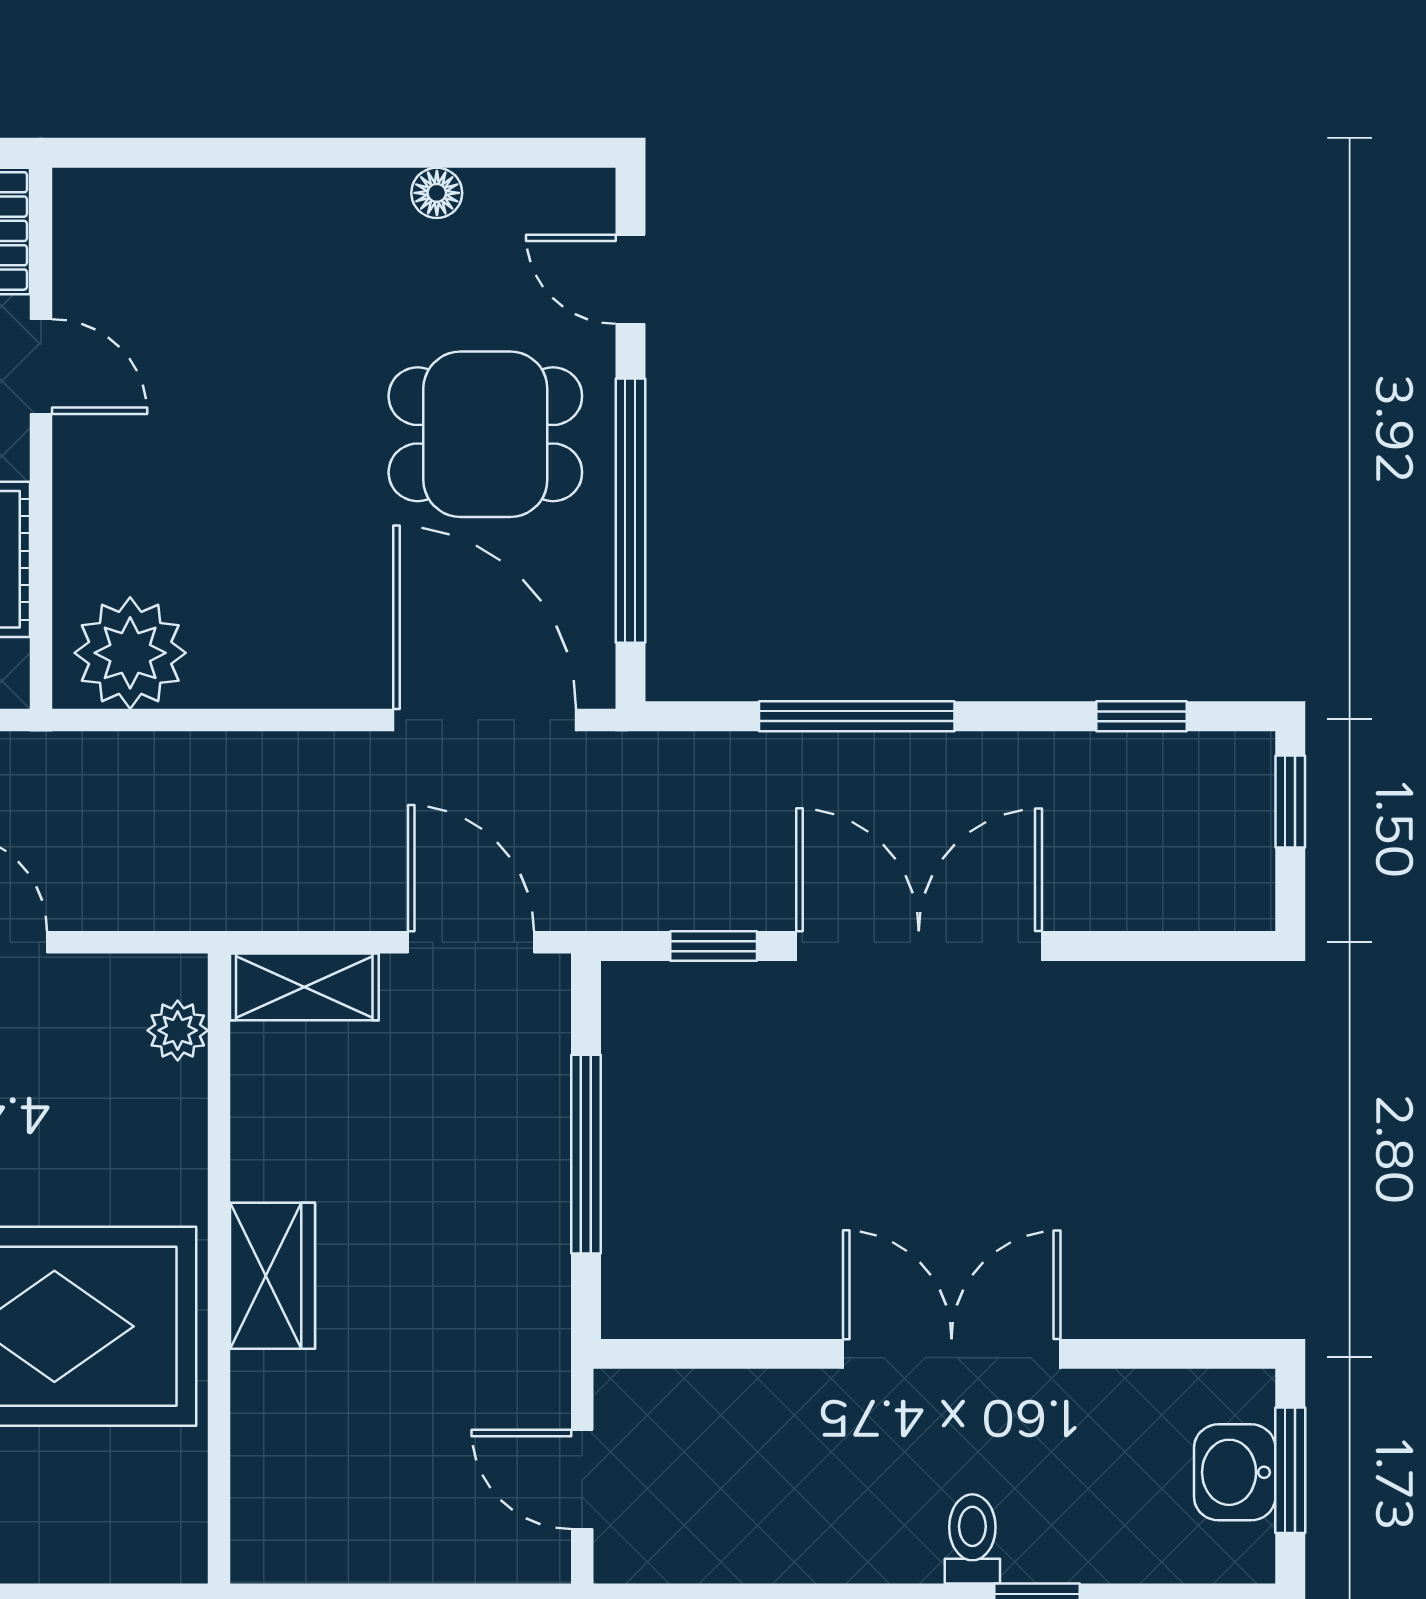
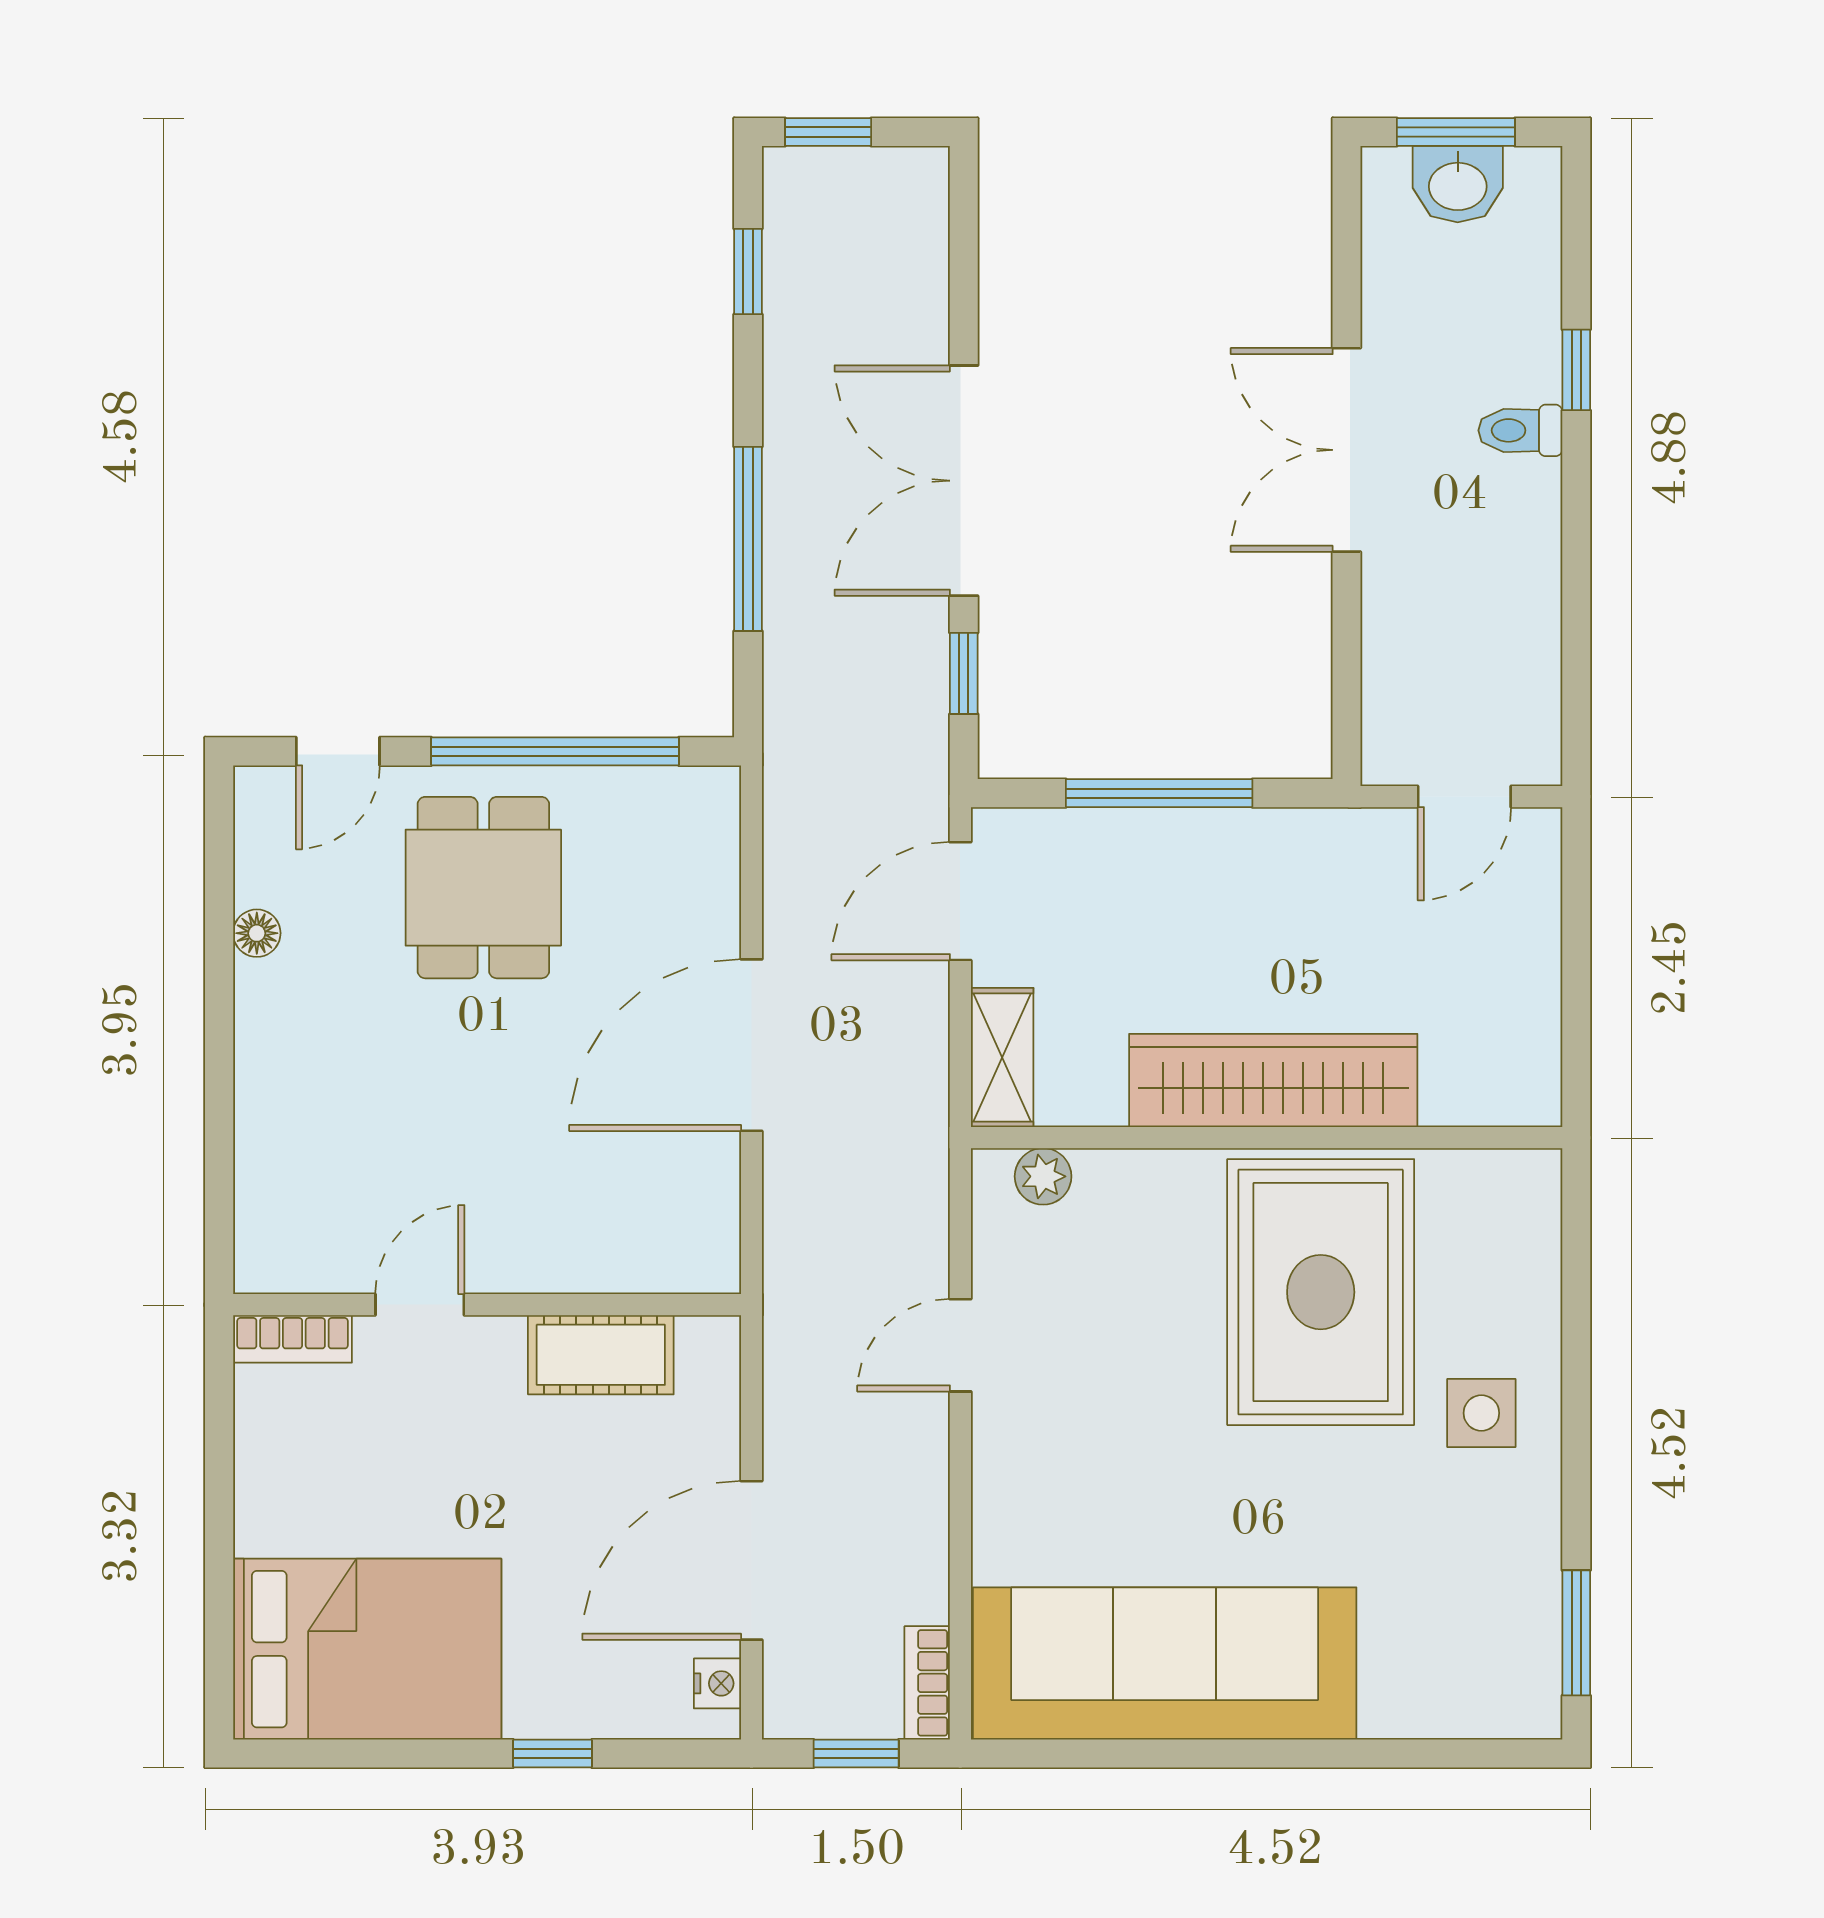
plant: (130, 653) -> (689, 1221), removed
door: (485, 720) -> (752, 1045), moved
wardrobe: (272, 1276) -> (1273, 1081), width x2.10, depth x1.17

